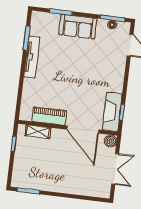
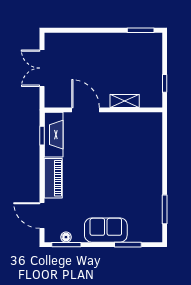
tv unit: (32, 57) -> (156, 188), removed
piano: (49, 116) -> (53, 178), moved, turned -90
door: (83, 130) -> (86, 110), width x0.73
shelving: (38, 132) -> (125, 101), moved
boiler: (110, 141) -> (51, 100), removed

